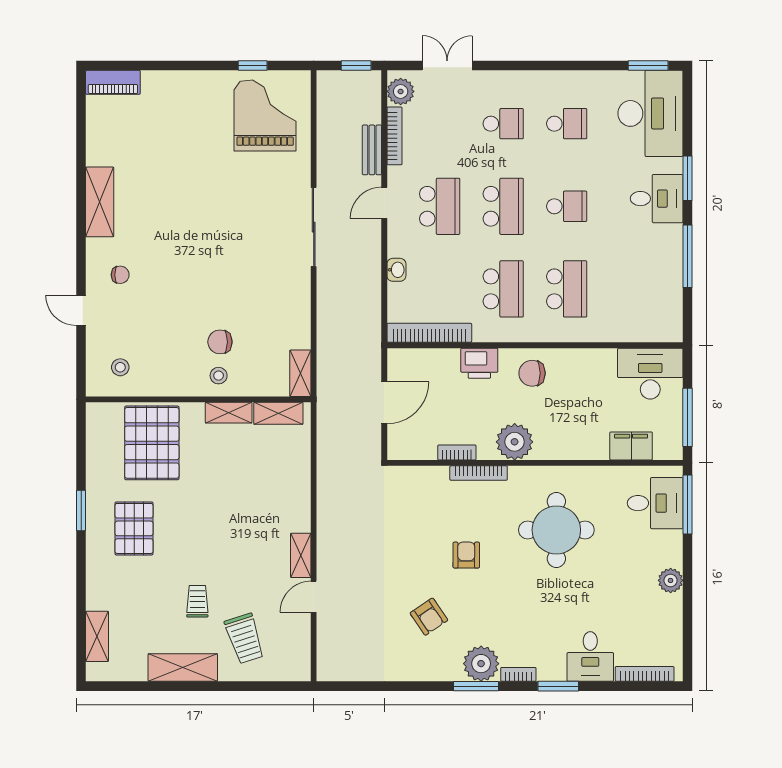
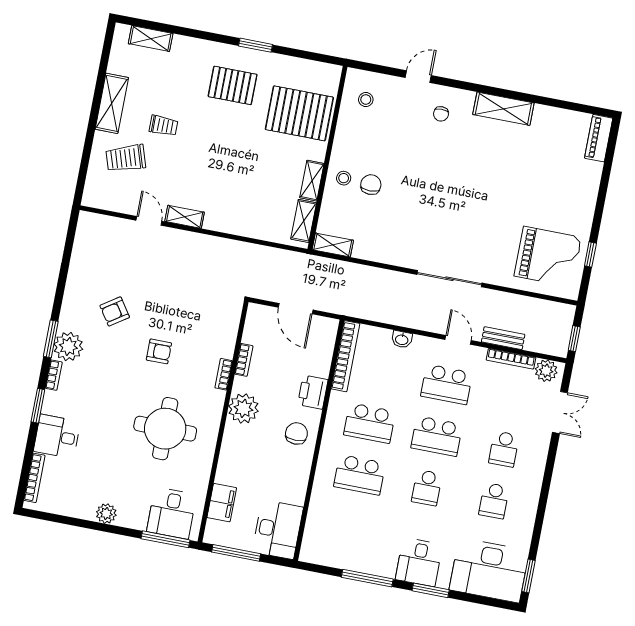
bookcase: (479, 473) -> (224, 374), width x0.64

